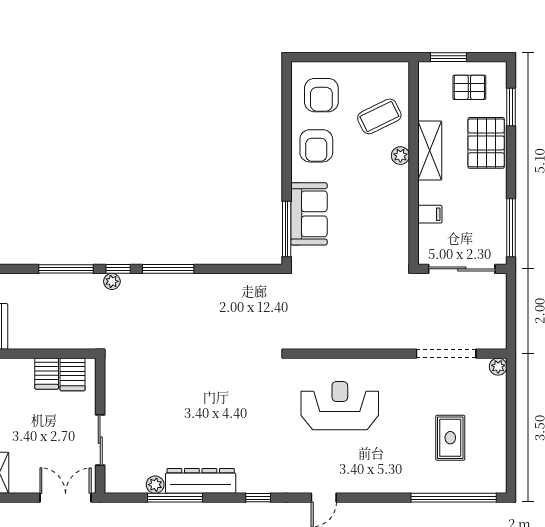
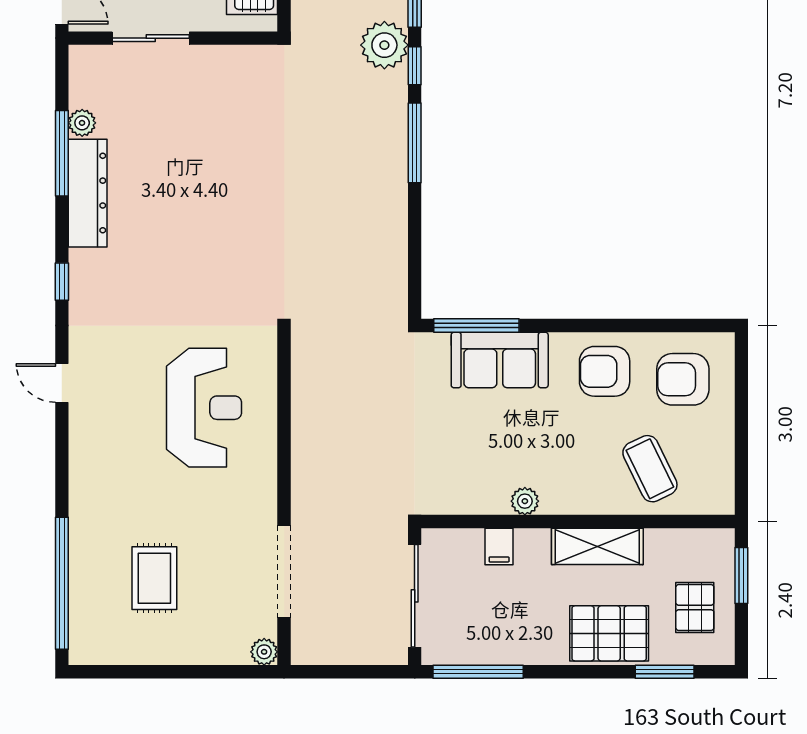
plant: (400, 156) -> (525, 501), moved
plant: (112, 281) -> (384, 45), width x1.88, depth x1.88
rug: (450, 438) -> (154, 578), turned 90

